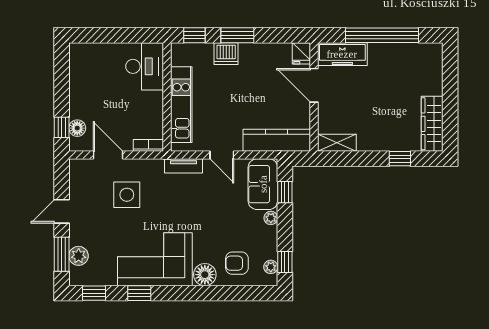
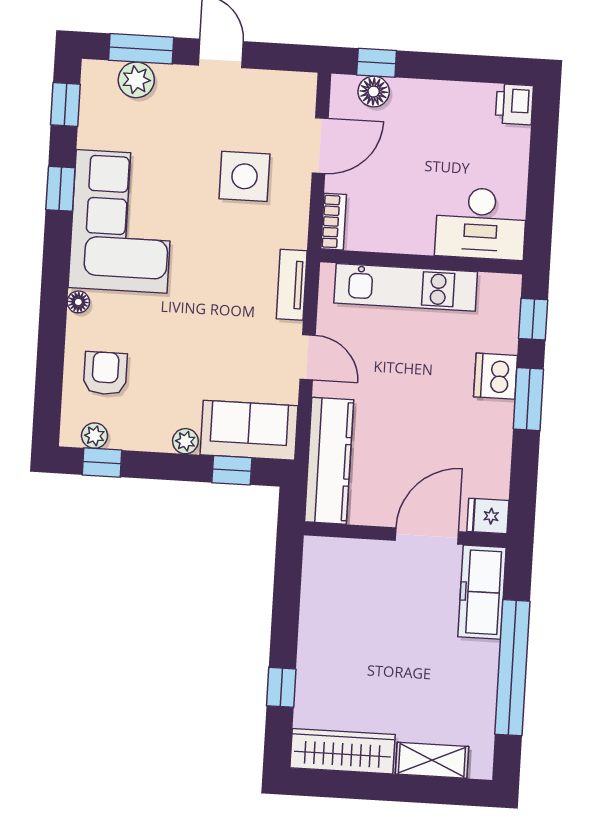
printer: (80, 52) -> (514, 104), added
shelving: (337, 143) -> (432, 760), moved, turned 90
door: (222, 155) -> (308, 357), swing flipped
floor lamp: (205, 275) -> (78, 302), width x0.53, depth x0.53

